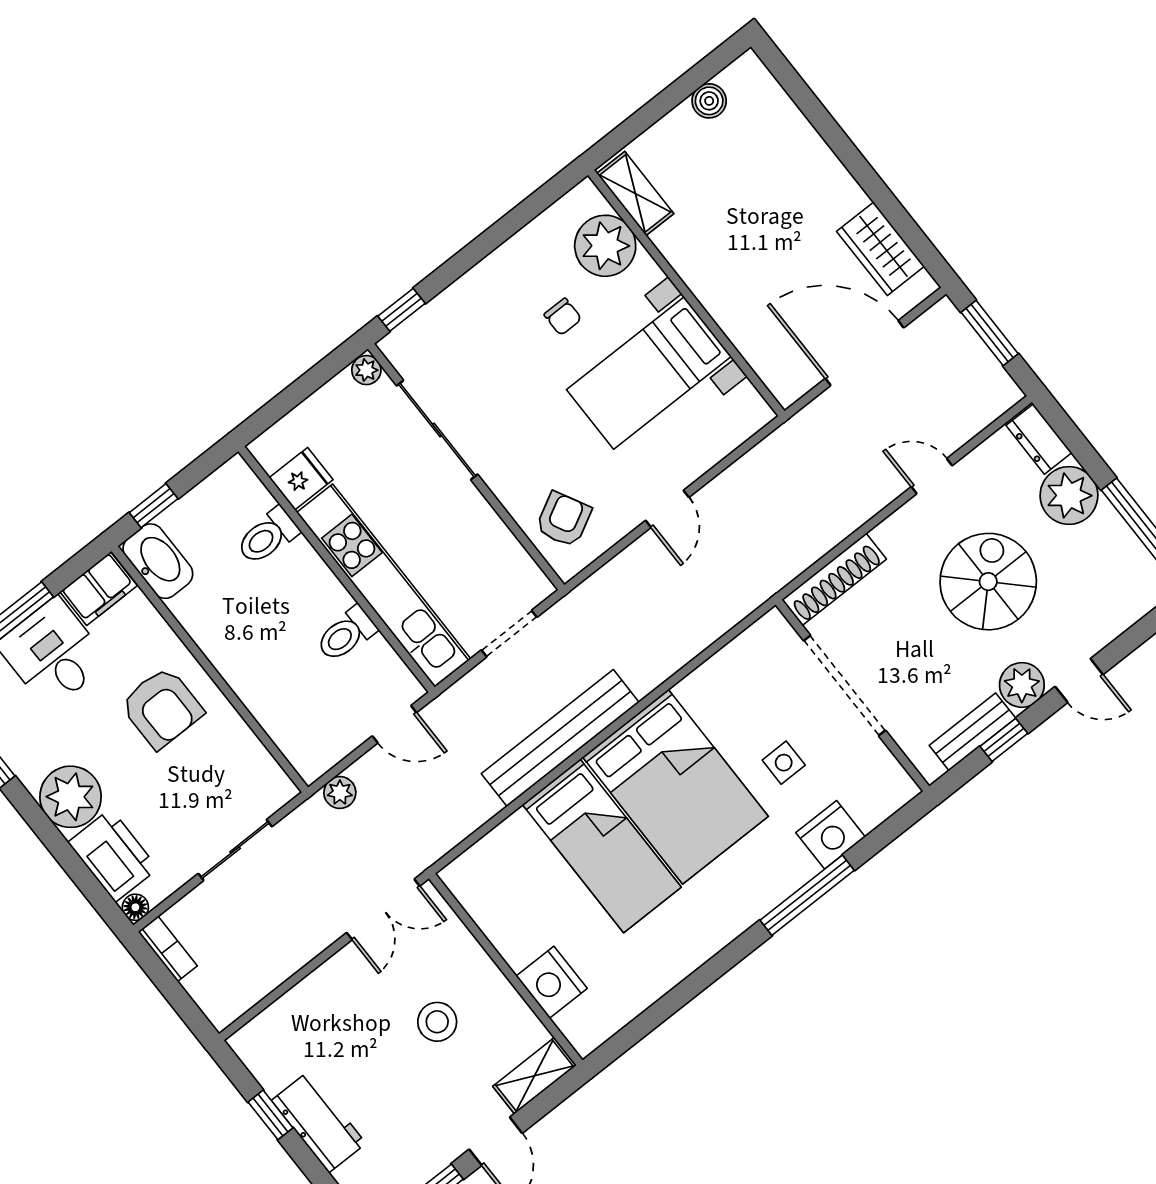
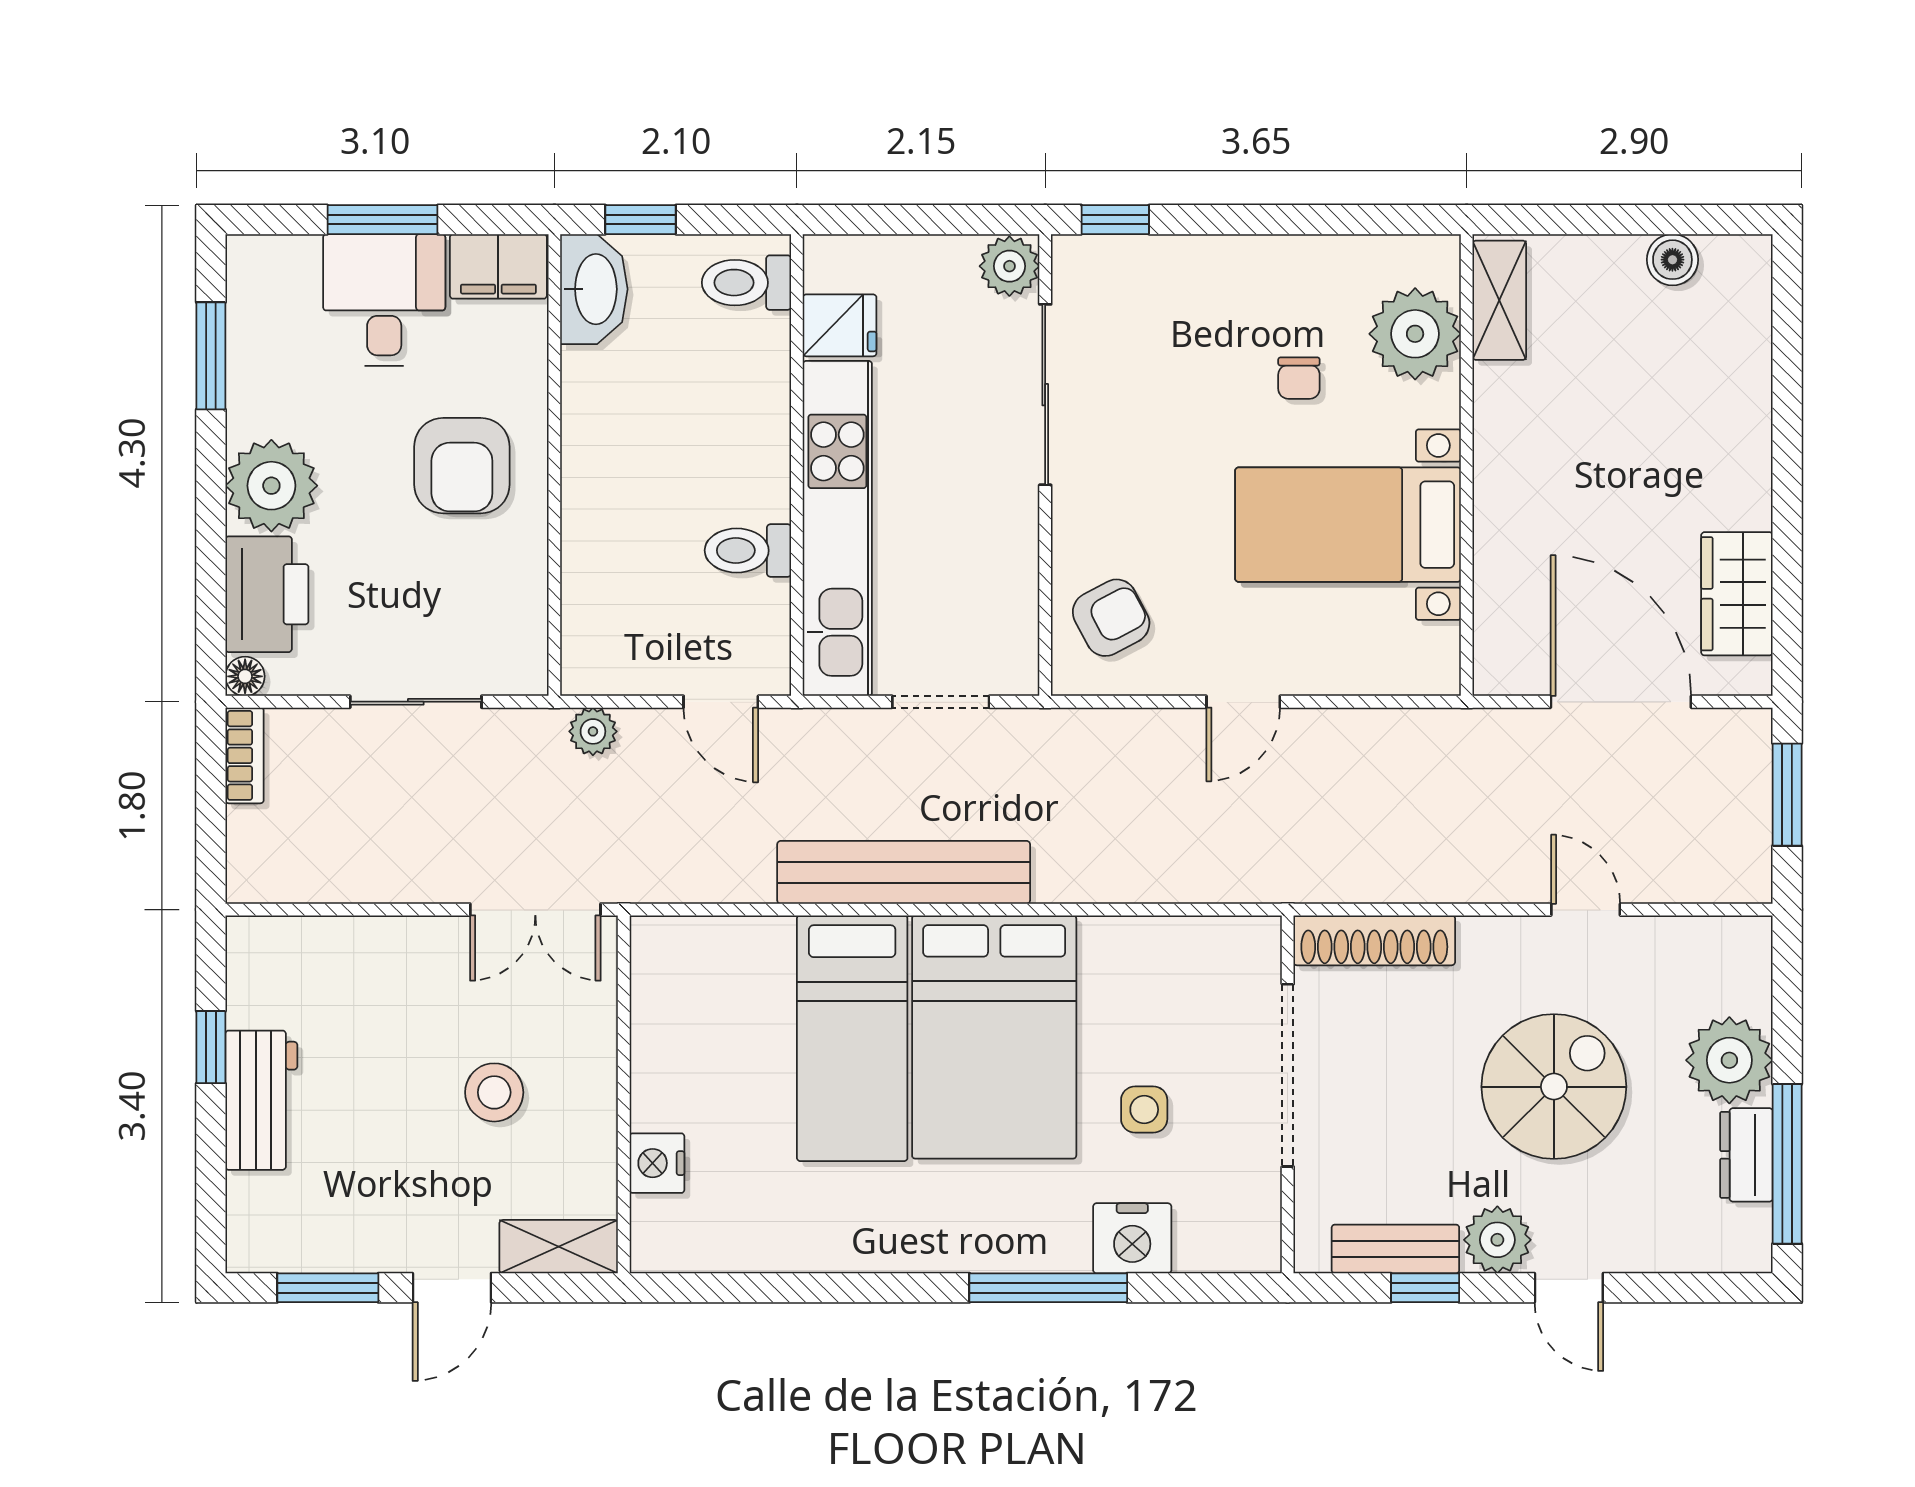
plant: (366, 370) -> (1009, 266), width x1.38, depth x1.38
dresser: (1039, 439) -> (1746, 1155), moved
toilet: (268, 536) -> (746, 283), moved
nightstand: (552, 982) -> (657, 1163), width x0.74, depth x0.75

